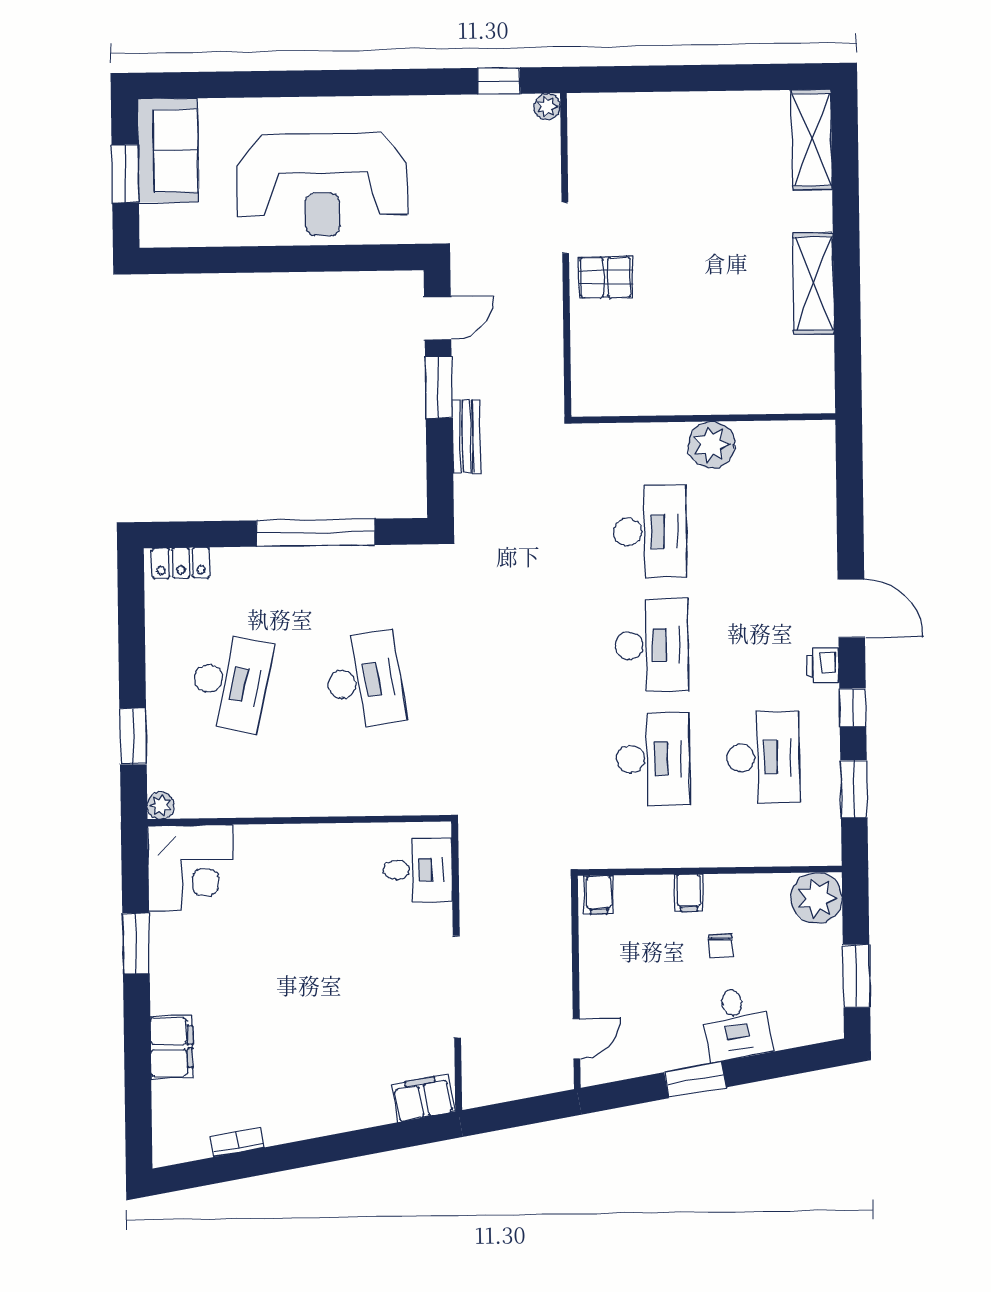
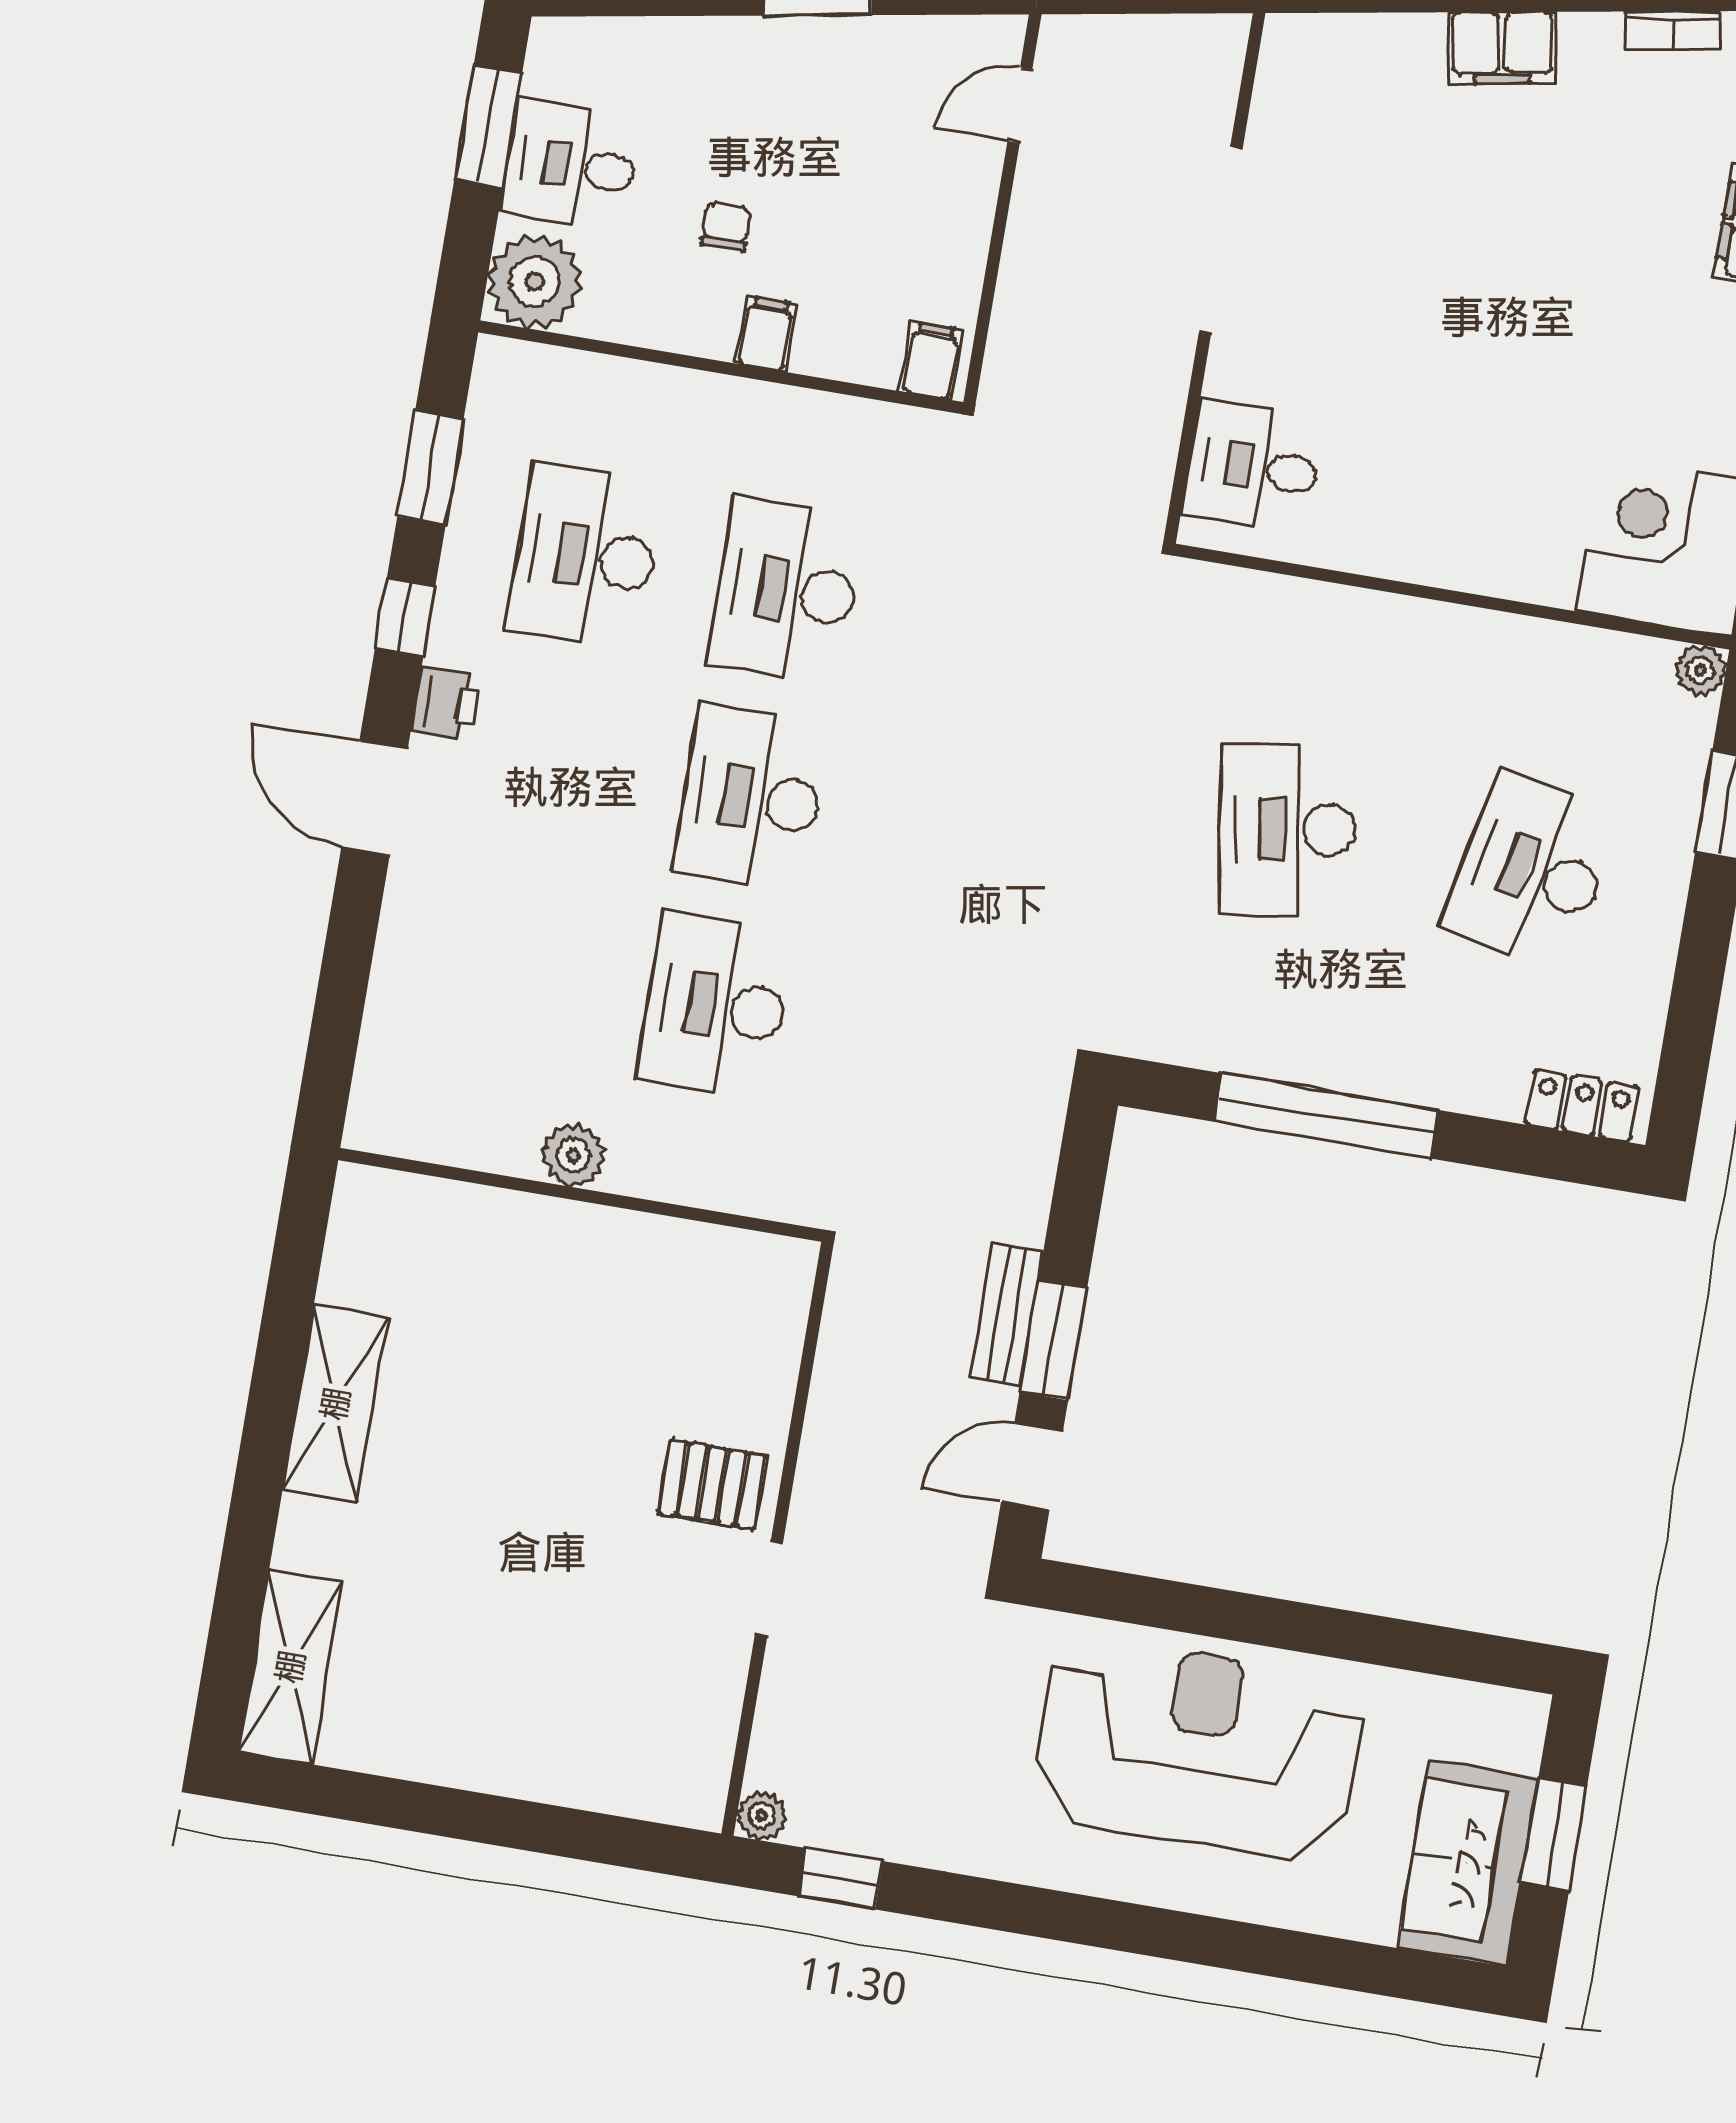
bench: (466, 436) -> (1007, 1314), moved
plant: (711, 445) -> (573, 1155), width x0.73, depth x0.73
desk: (736, 1024) -> (571, 165), moved, turned -80
filing cabinet: (423, 1098) -> (1502, 48), moved

